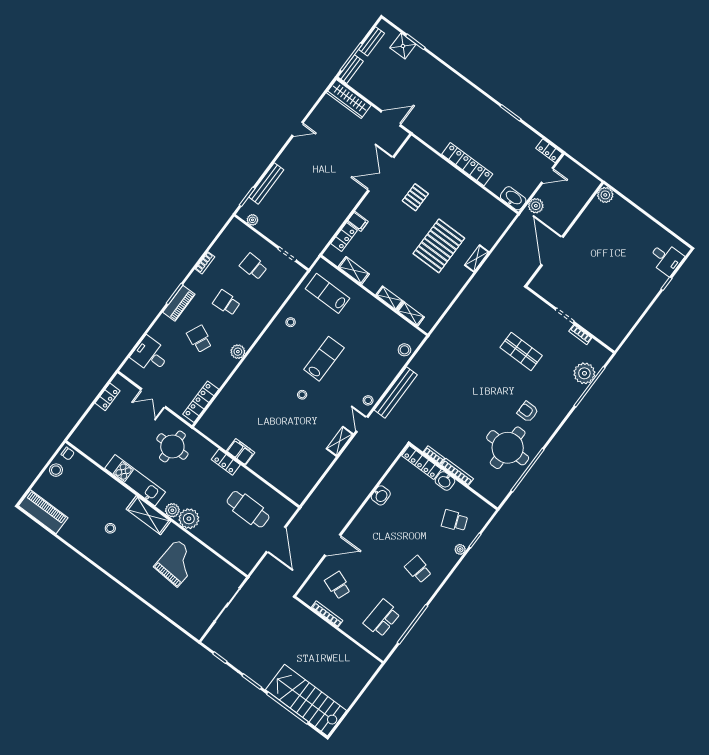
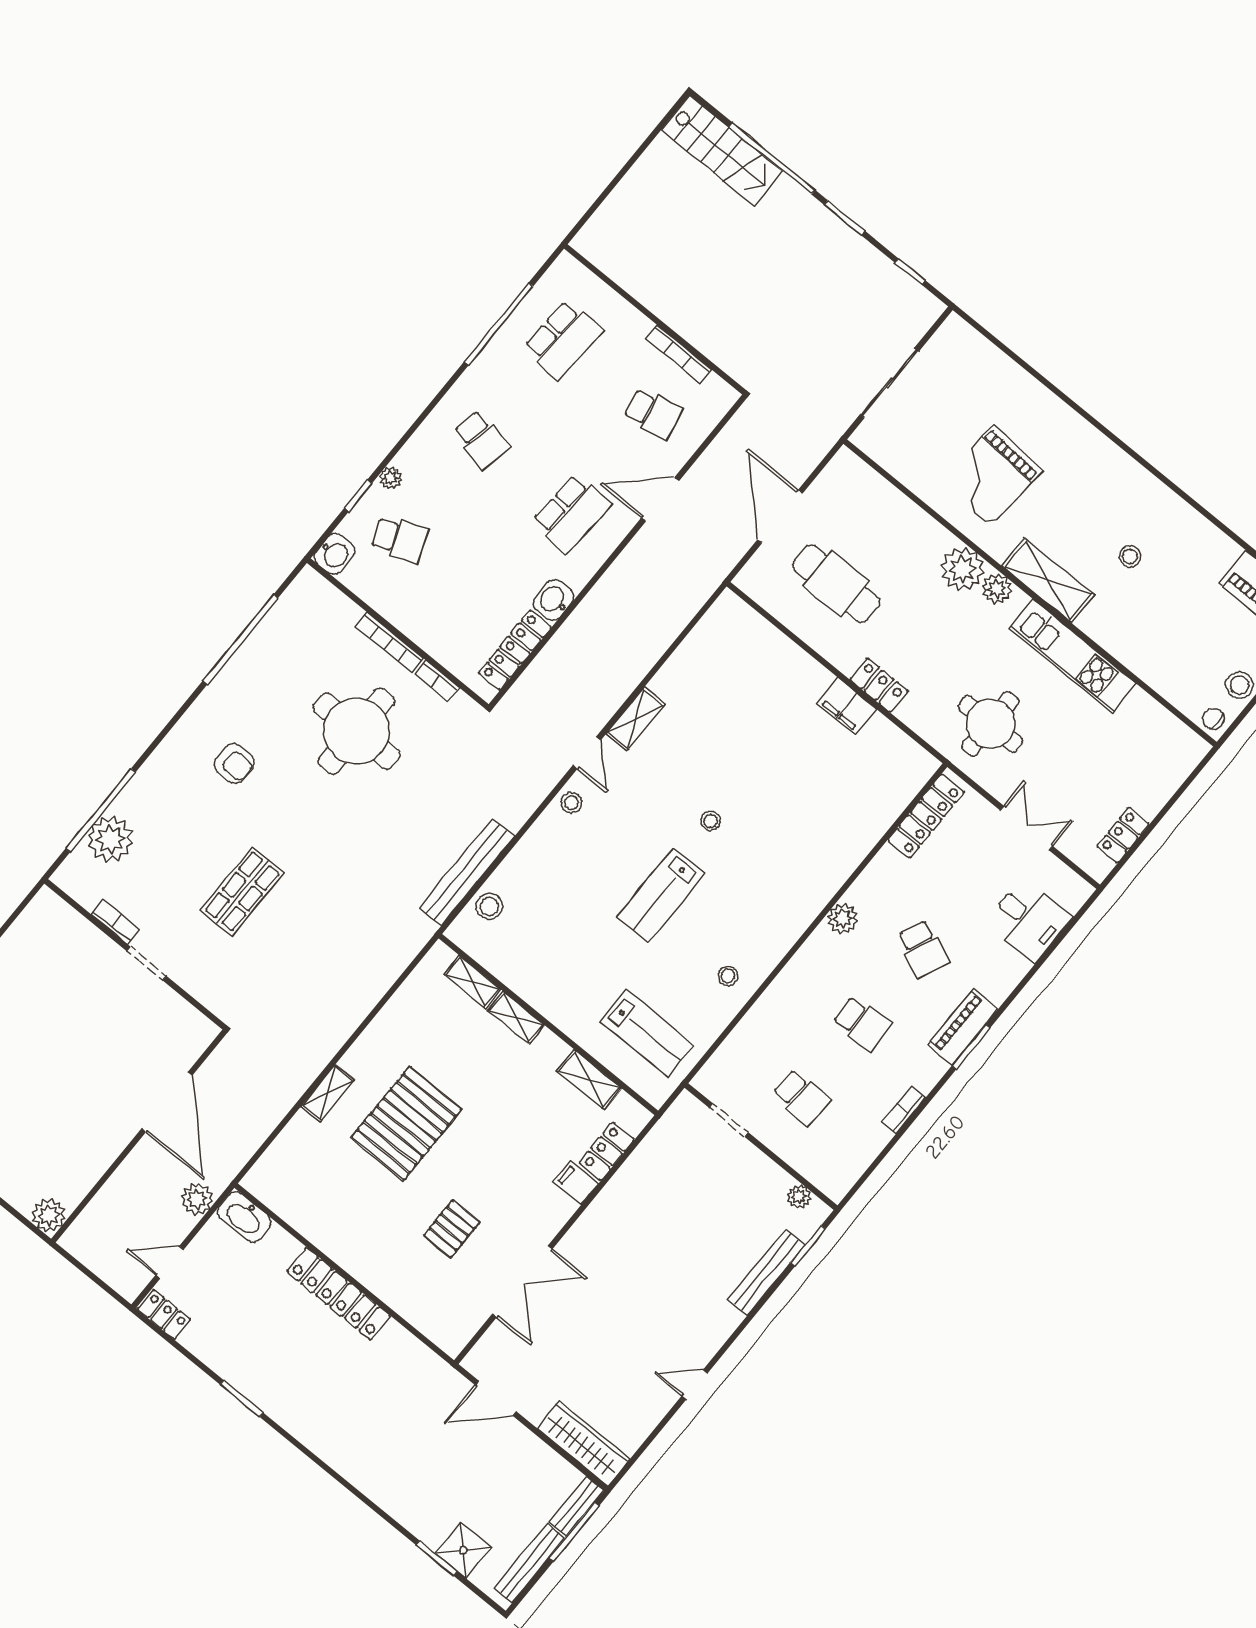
bench: (372, 41) -> (529, 1563), width x1.36
shop shelf: (521, 351) -> (242, 892), turned 90
bench: (396, 392) -> (467, 872), moved
round table: (508, 448) -> (356, 731), moved
locker: (422, 463) -> (515, 650), moved, turned -90
washbasin: (445, 481) -> (334, 554), moved, turned 90
school desk: (374, 537) -> (571, 513), added
school desk: (338, 585) -> (653, 414), turned -33
stairs: (306, 700) -> (722, 151), width x0.73, depth x0.66

